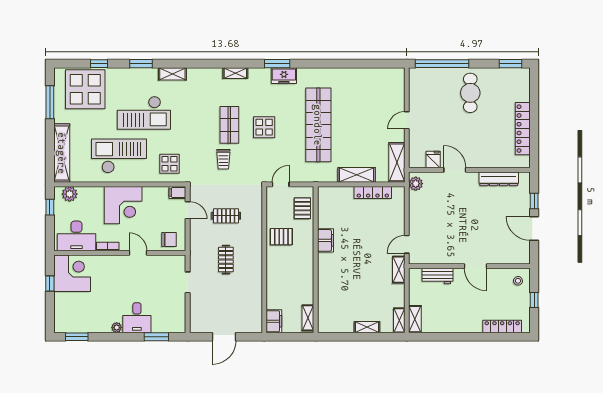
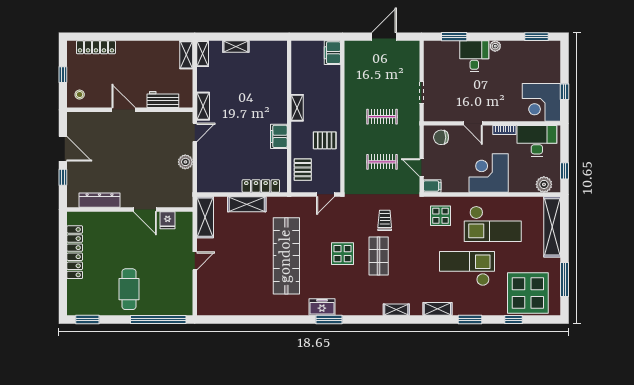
shelving: (235, 73) -> (396, 310), moved
plant: (416, 184) -> (185, 162), moved
locker: (373, 192) -> (261, 186), moved
clothes rail: (226, 260) -> (382, 117), turned 90
shelving: (308, 318) -> (297, 108), moved

